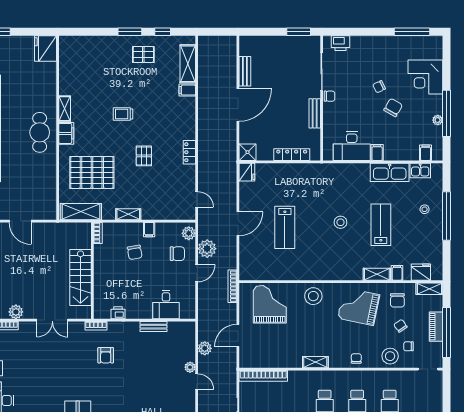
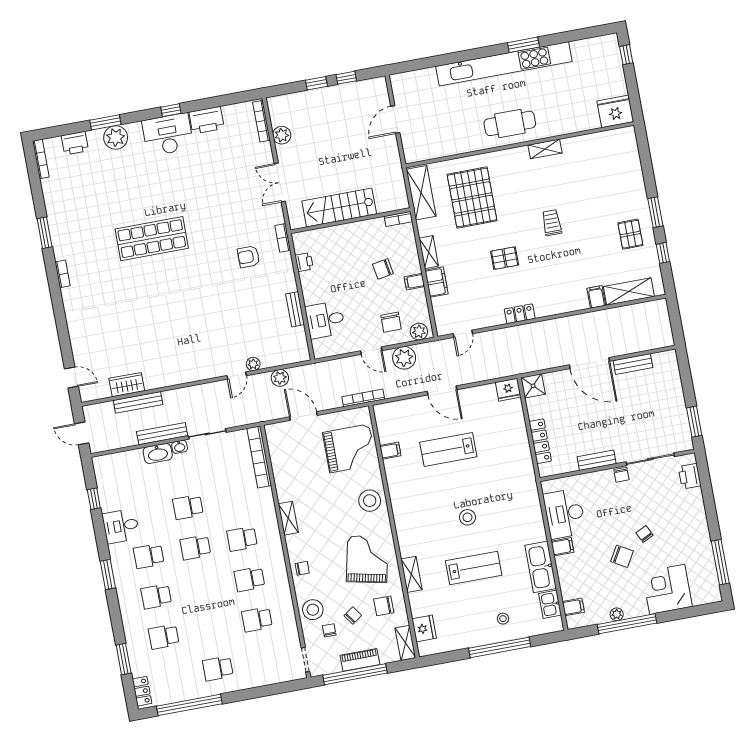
filing cabinet: (66, 133) -> (437, 282), moved, turned -90
filing cabinet: (397, 273) -> (390, 451), moved

